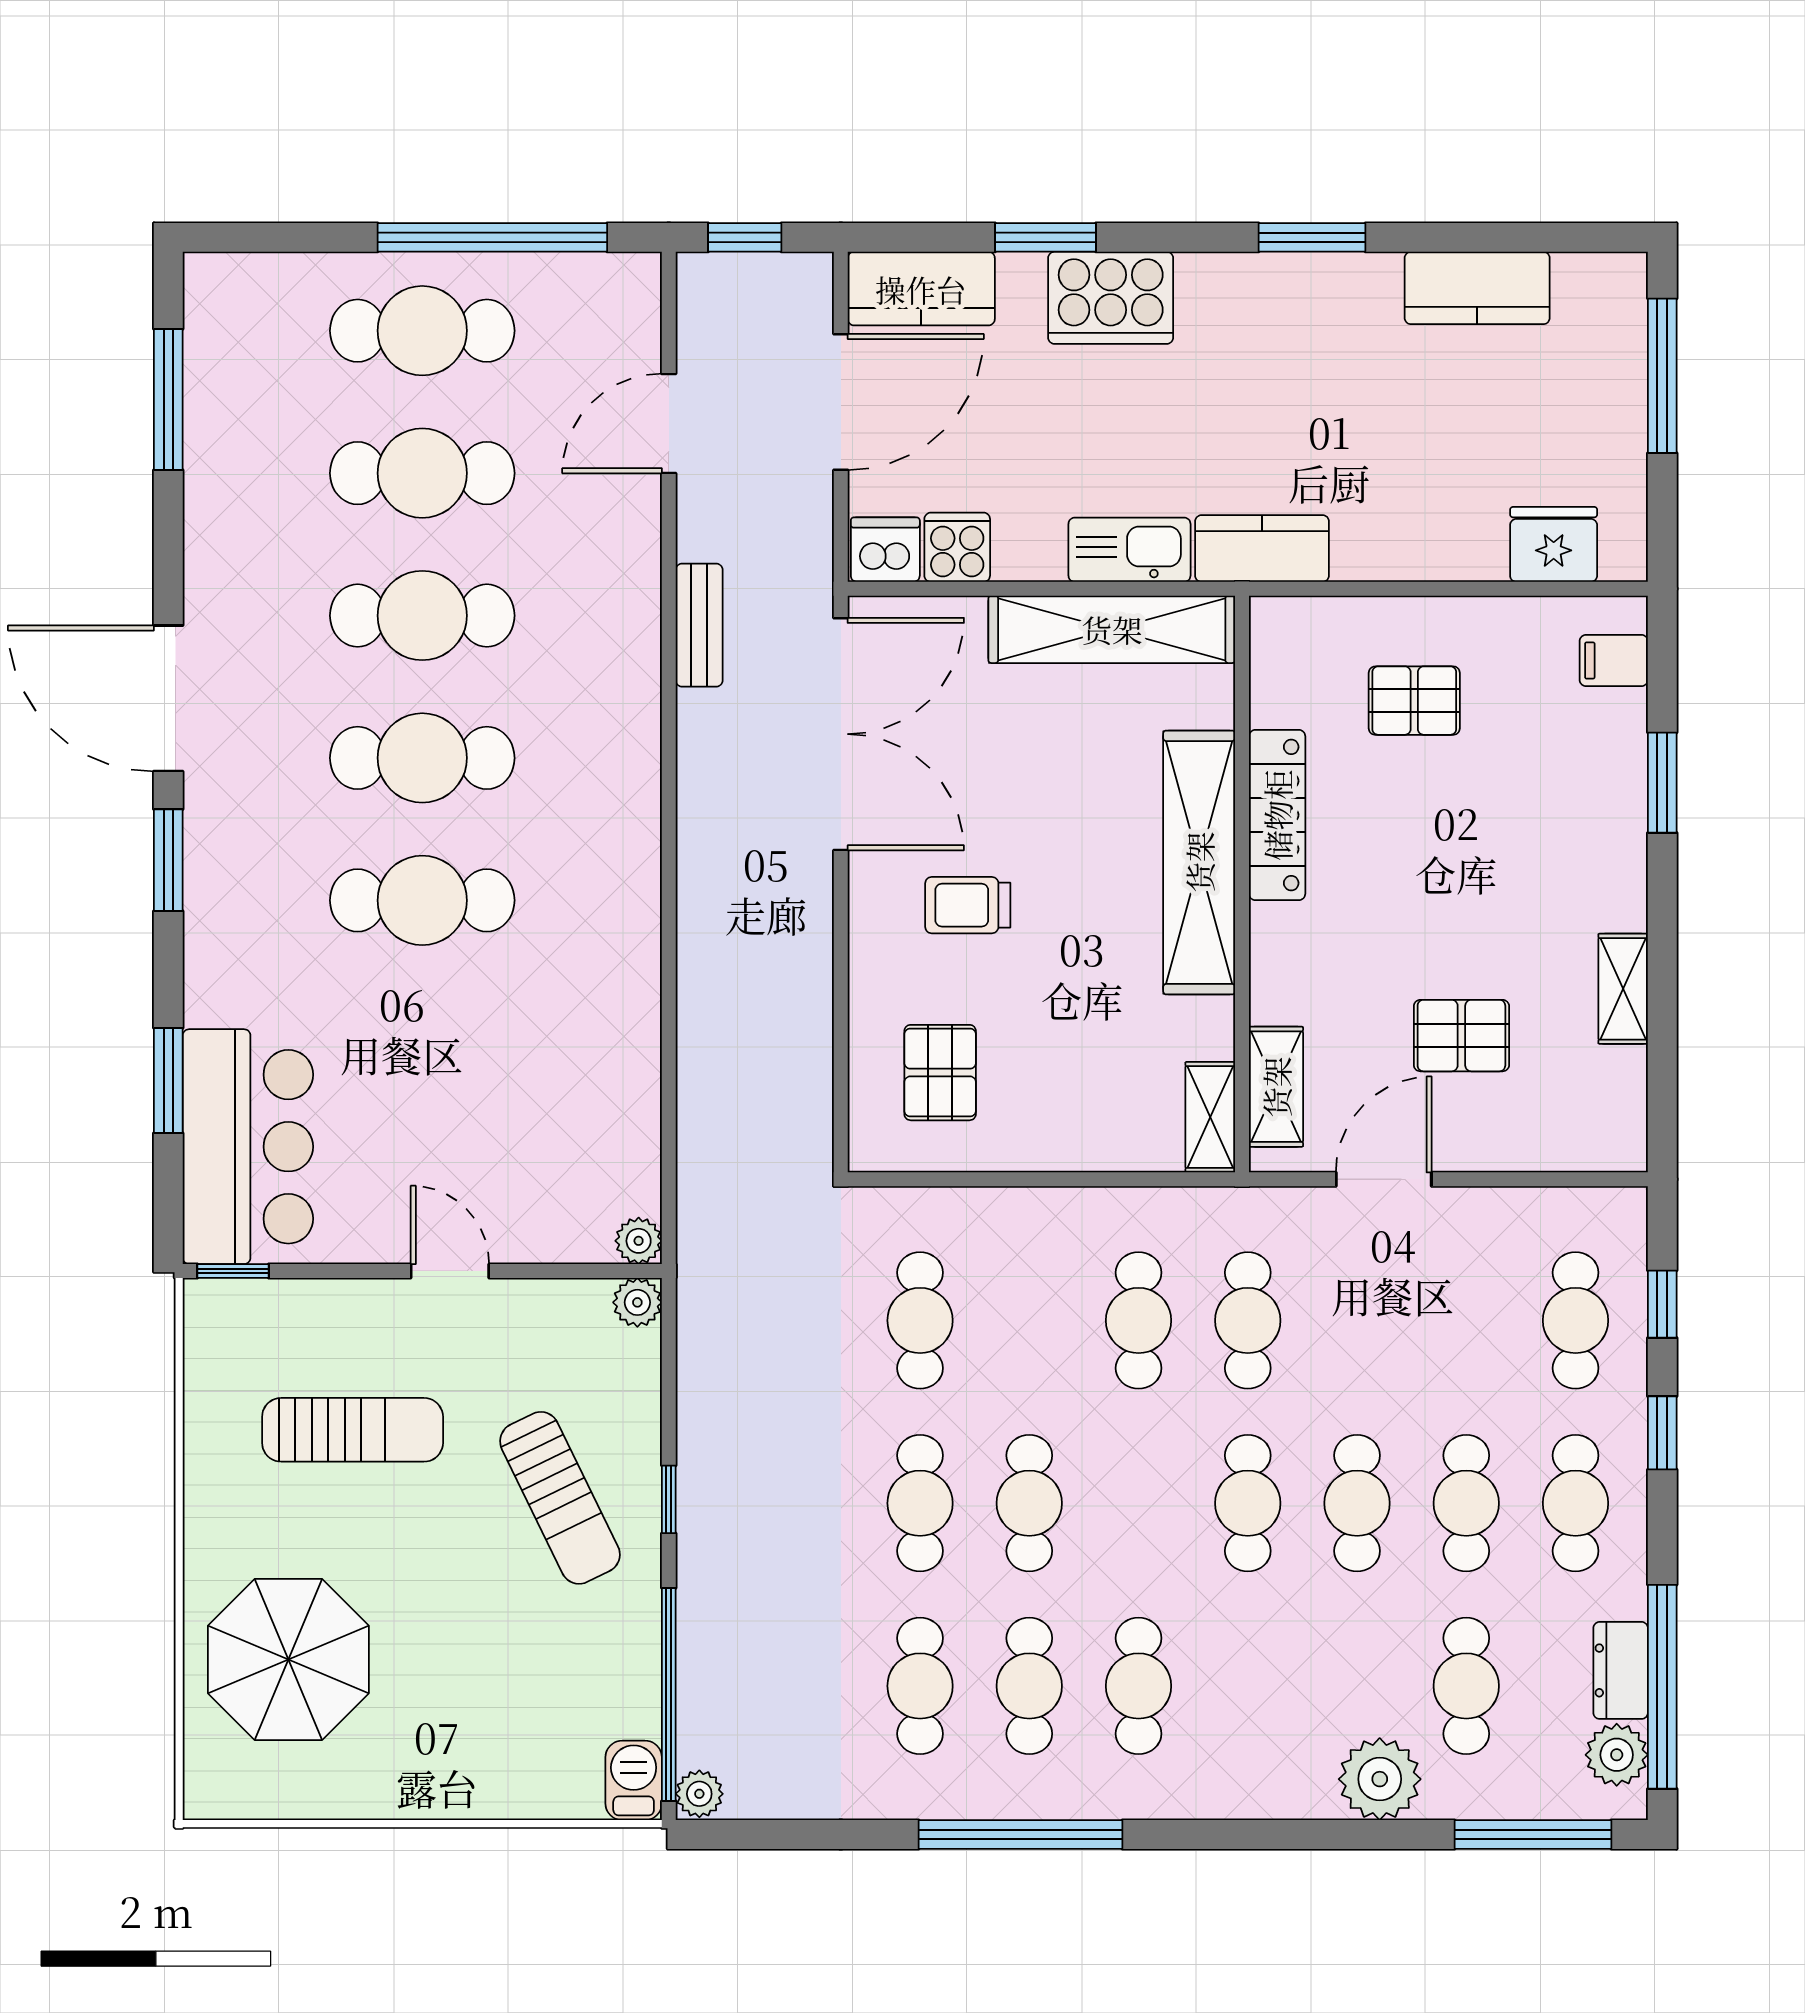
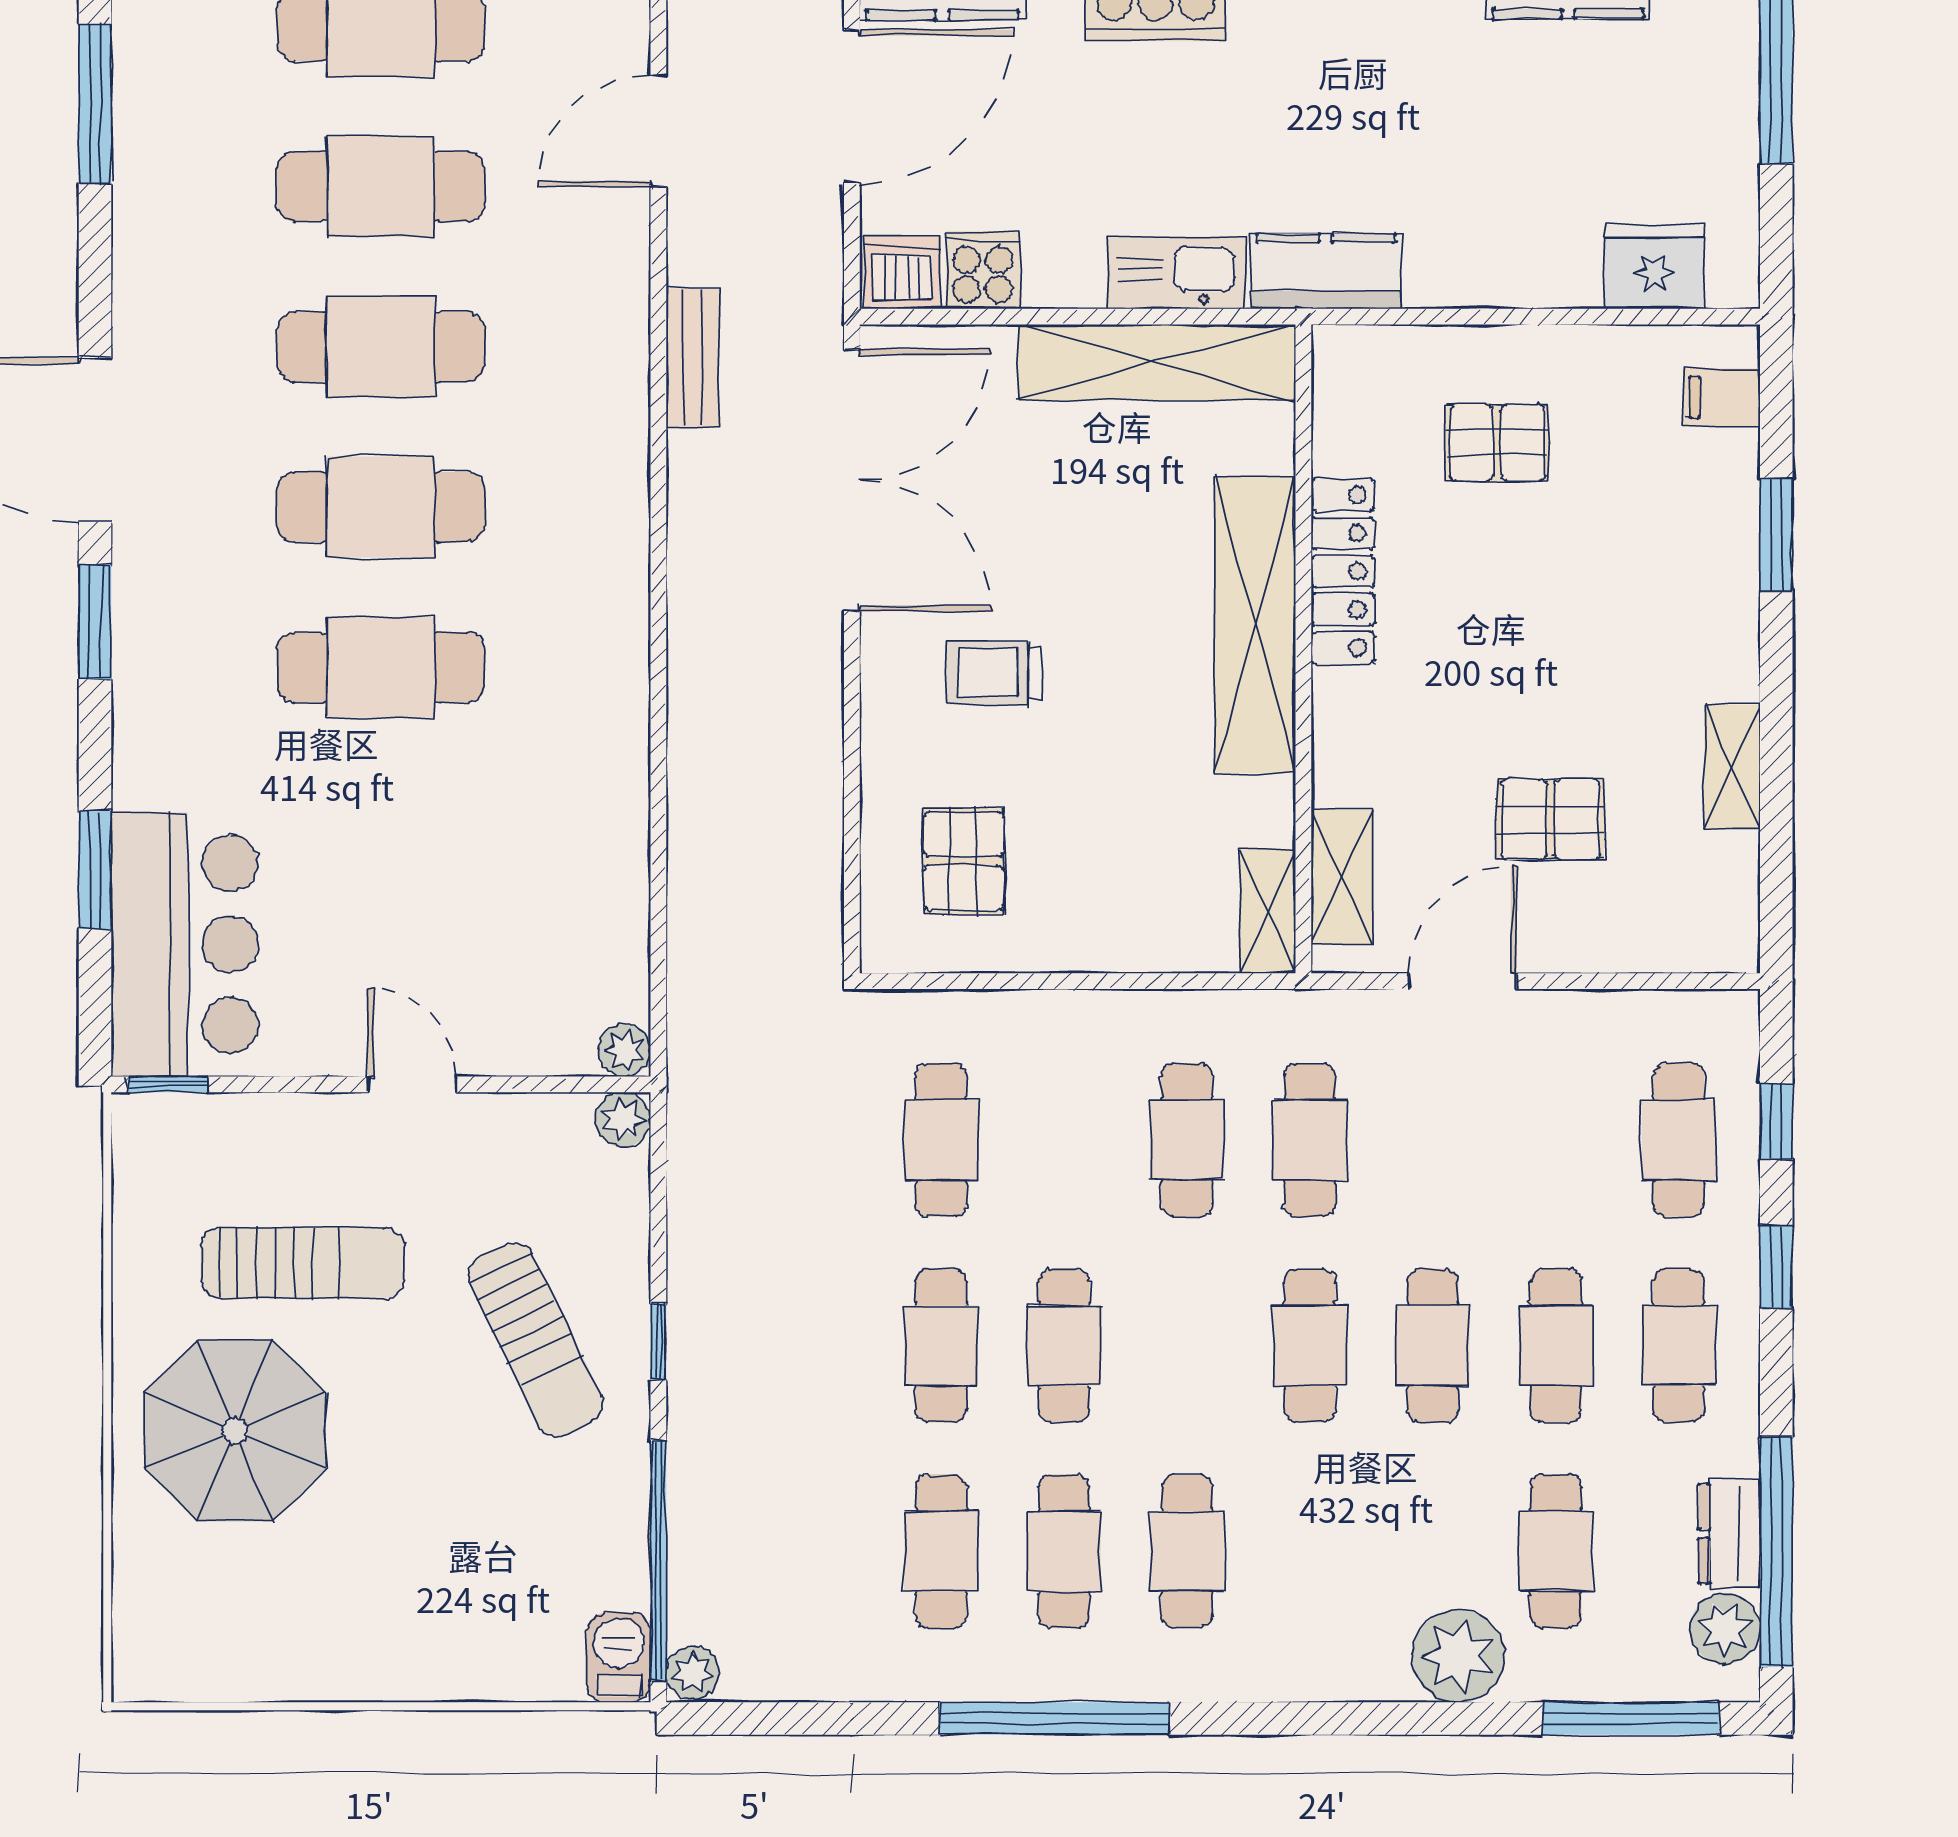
parasol: (288, 1659) -> (235, 1431), moved

